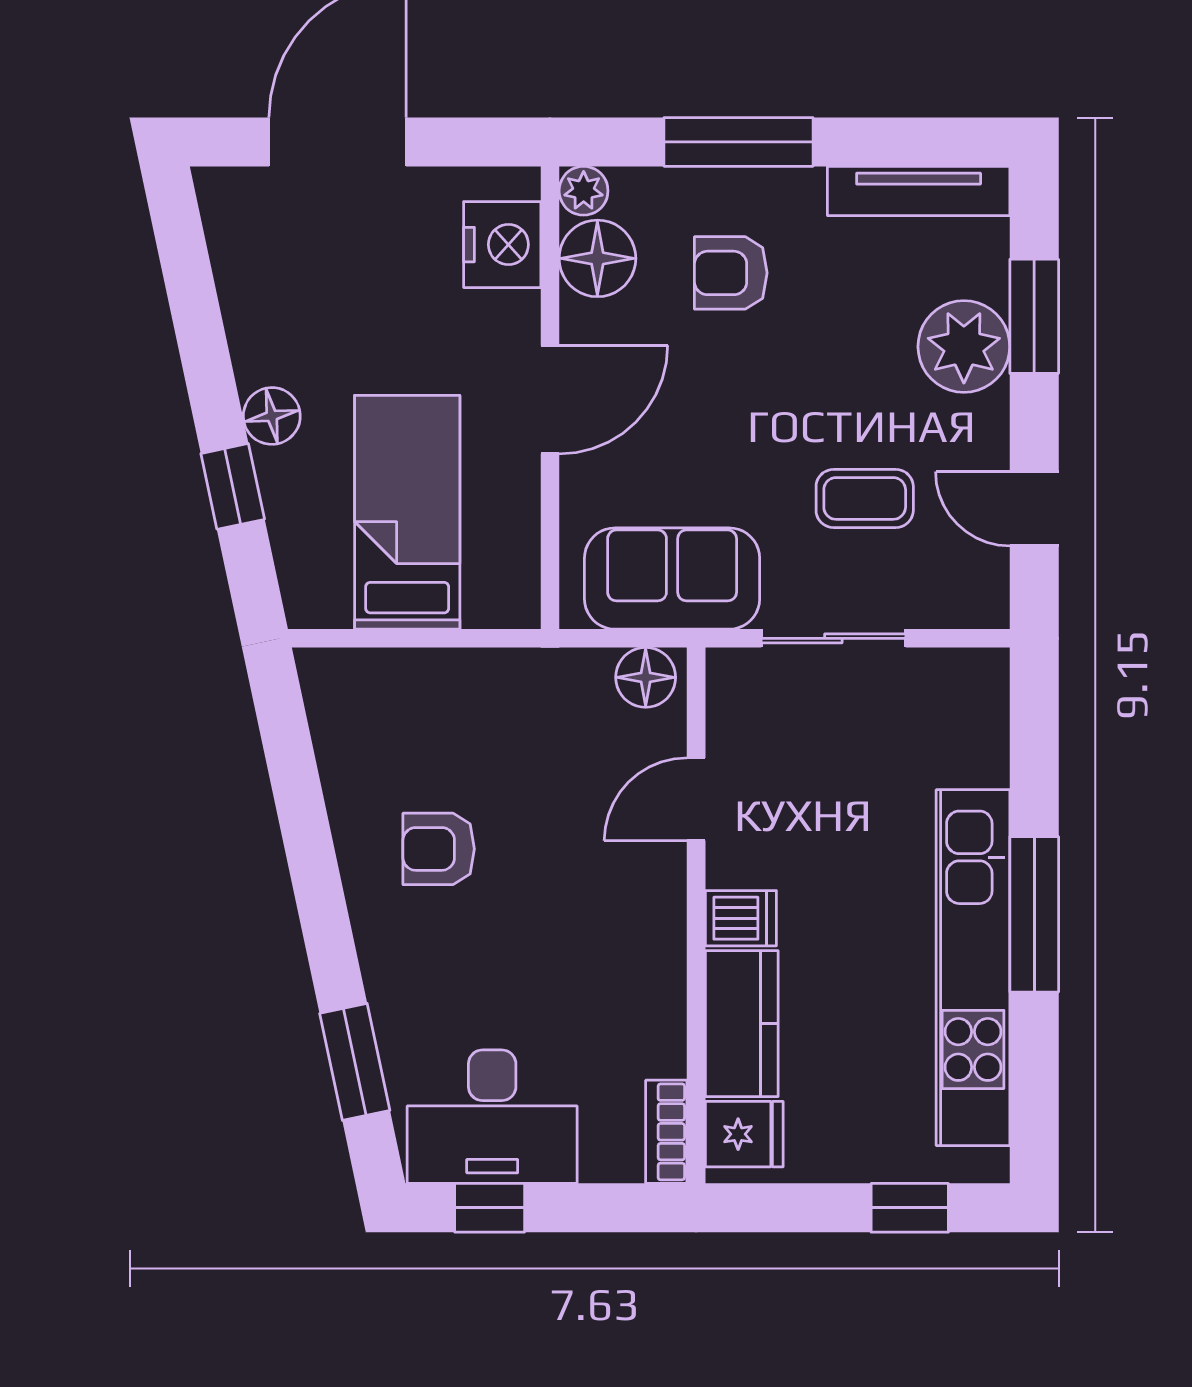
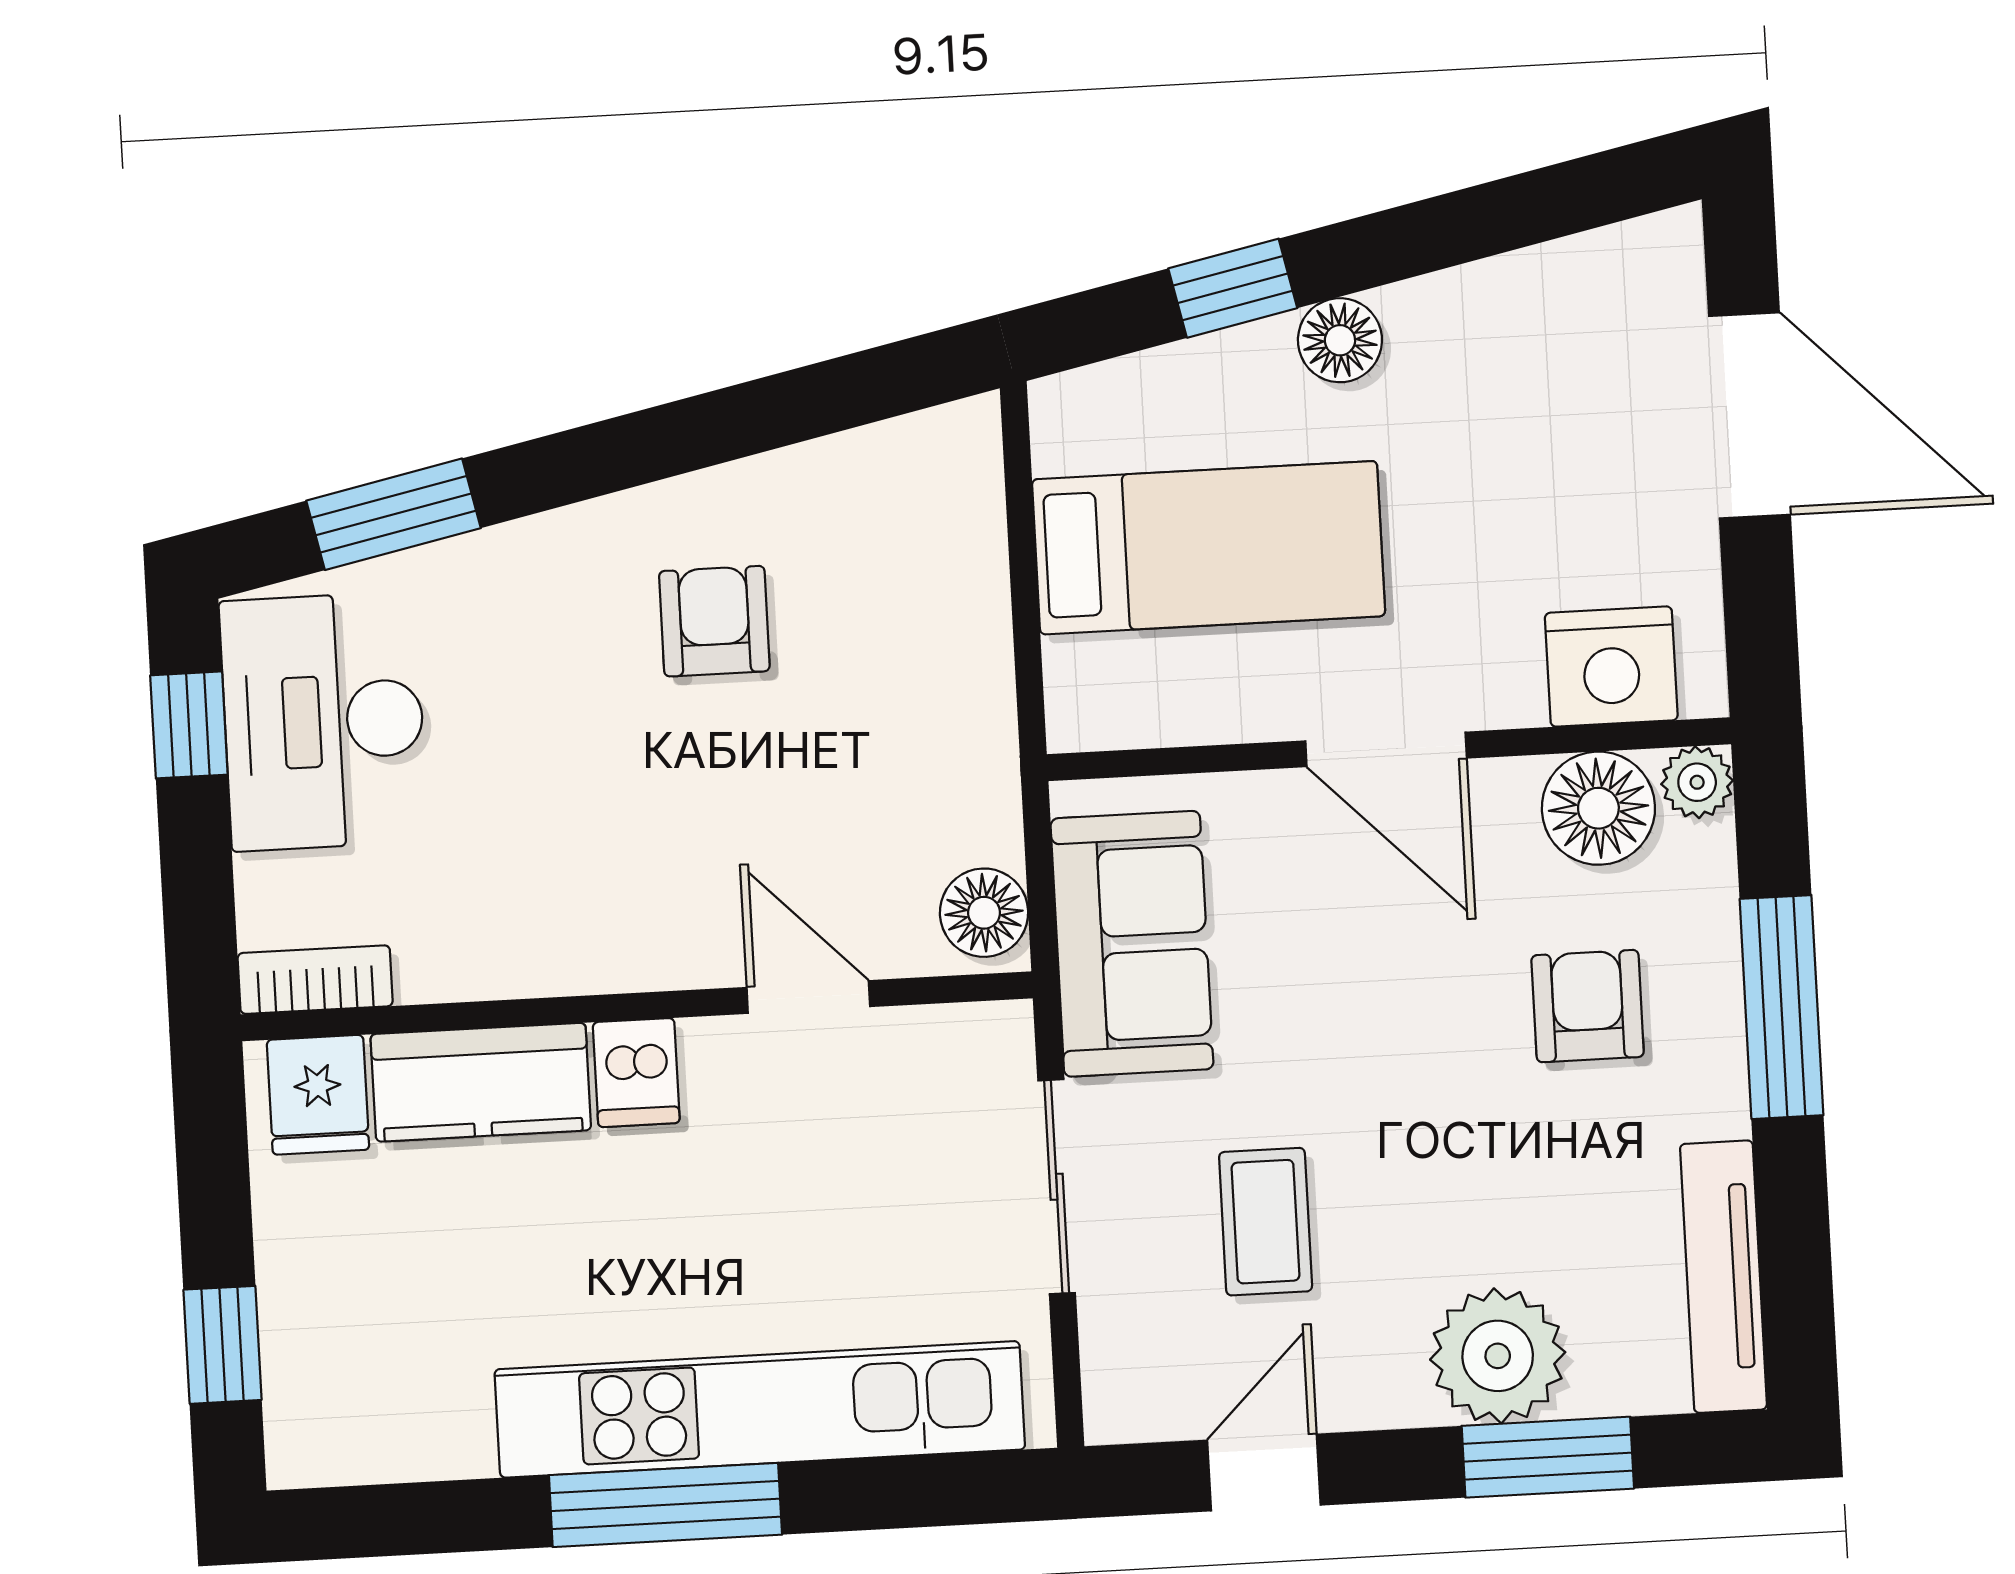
kitchen unit: (973, 968) -> (760, 1409), moved

